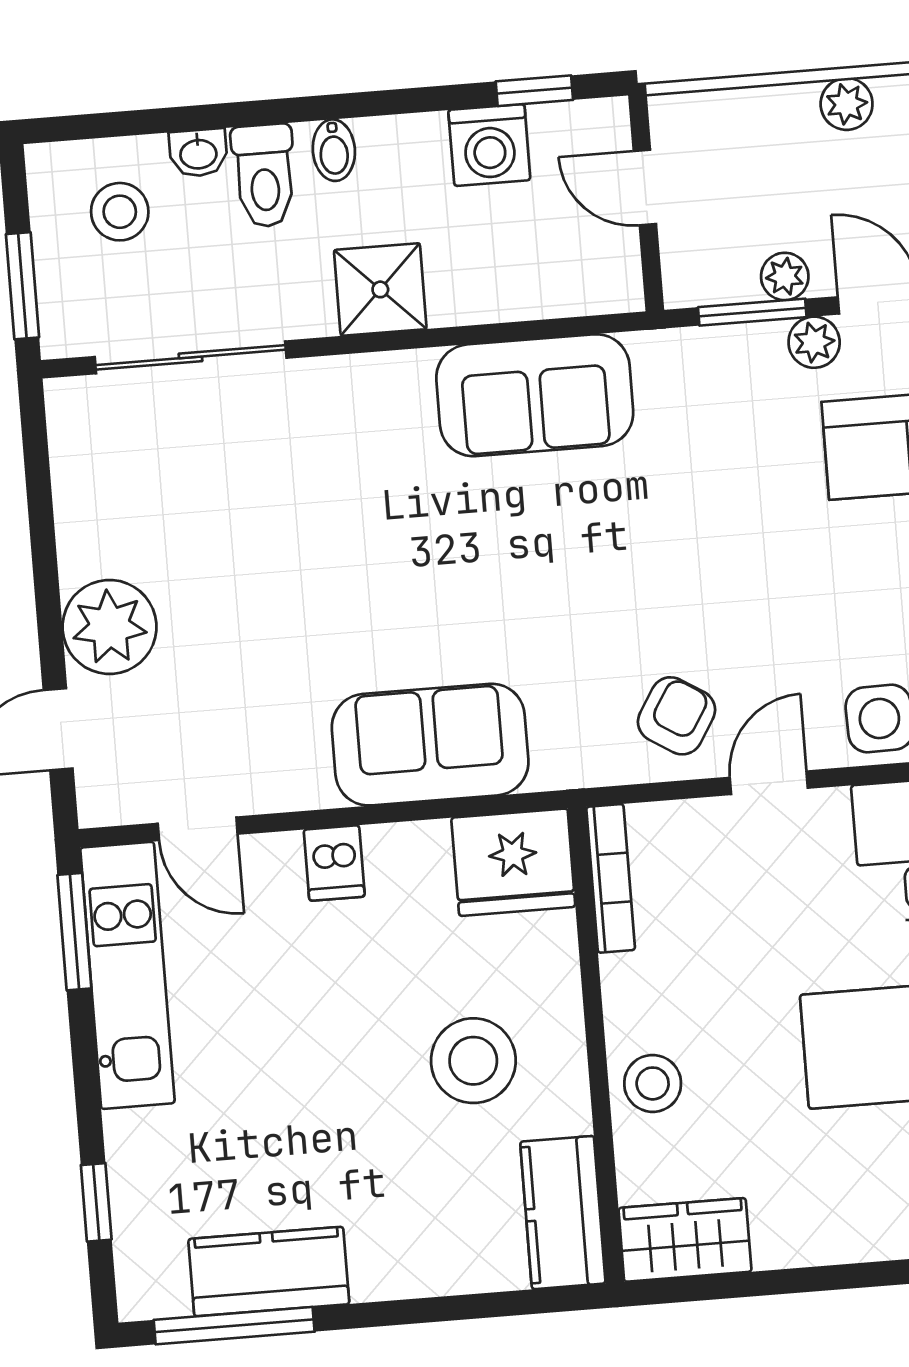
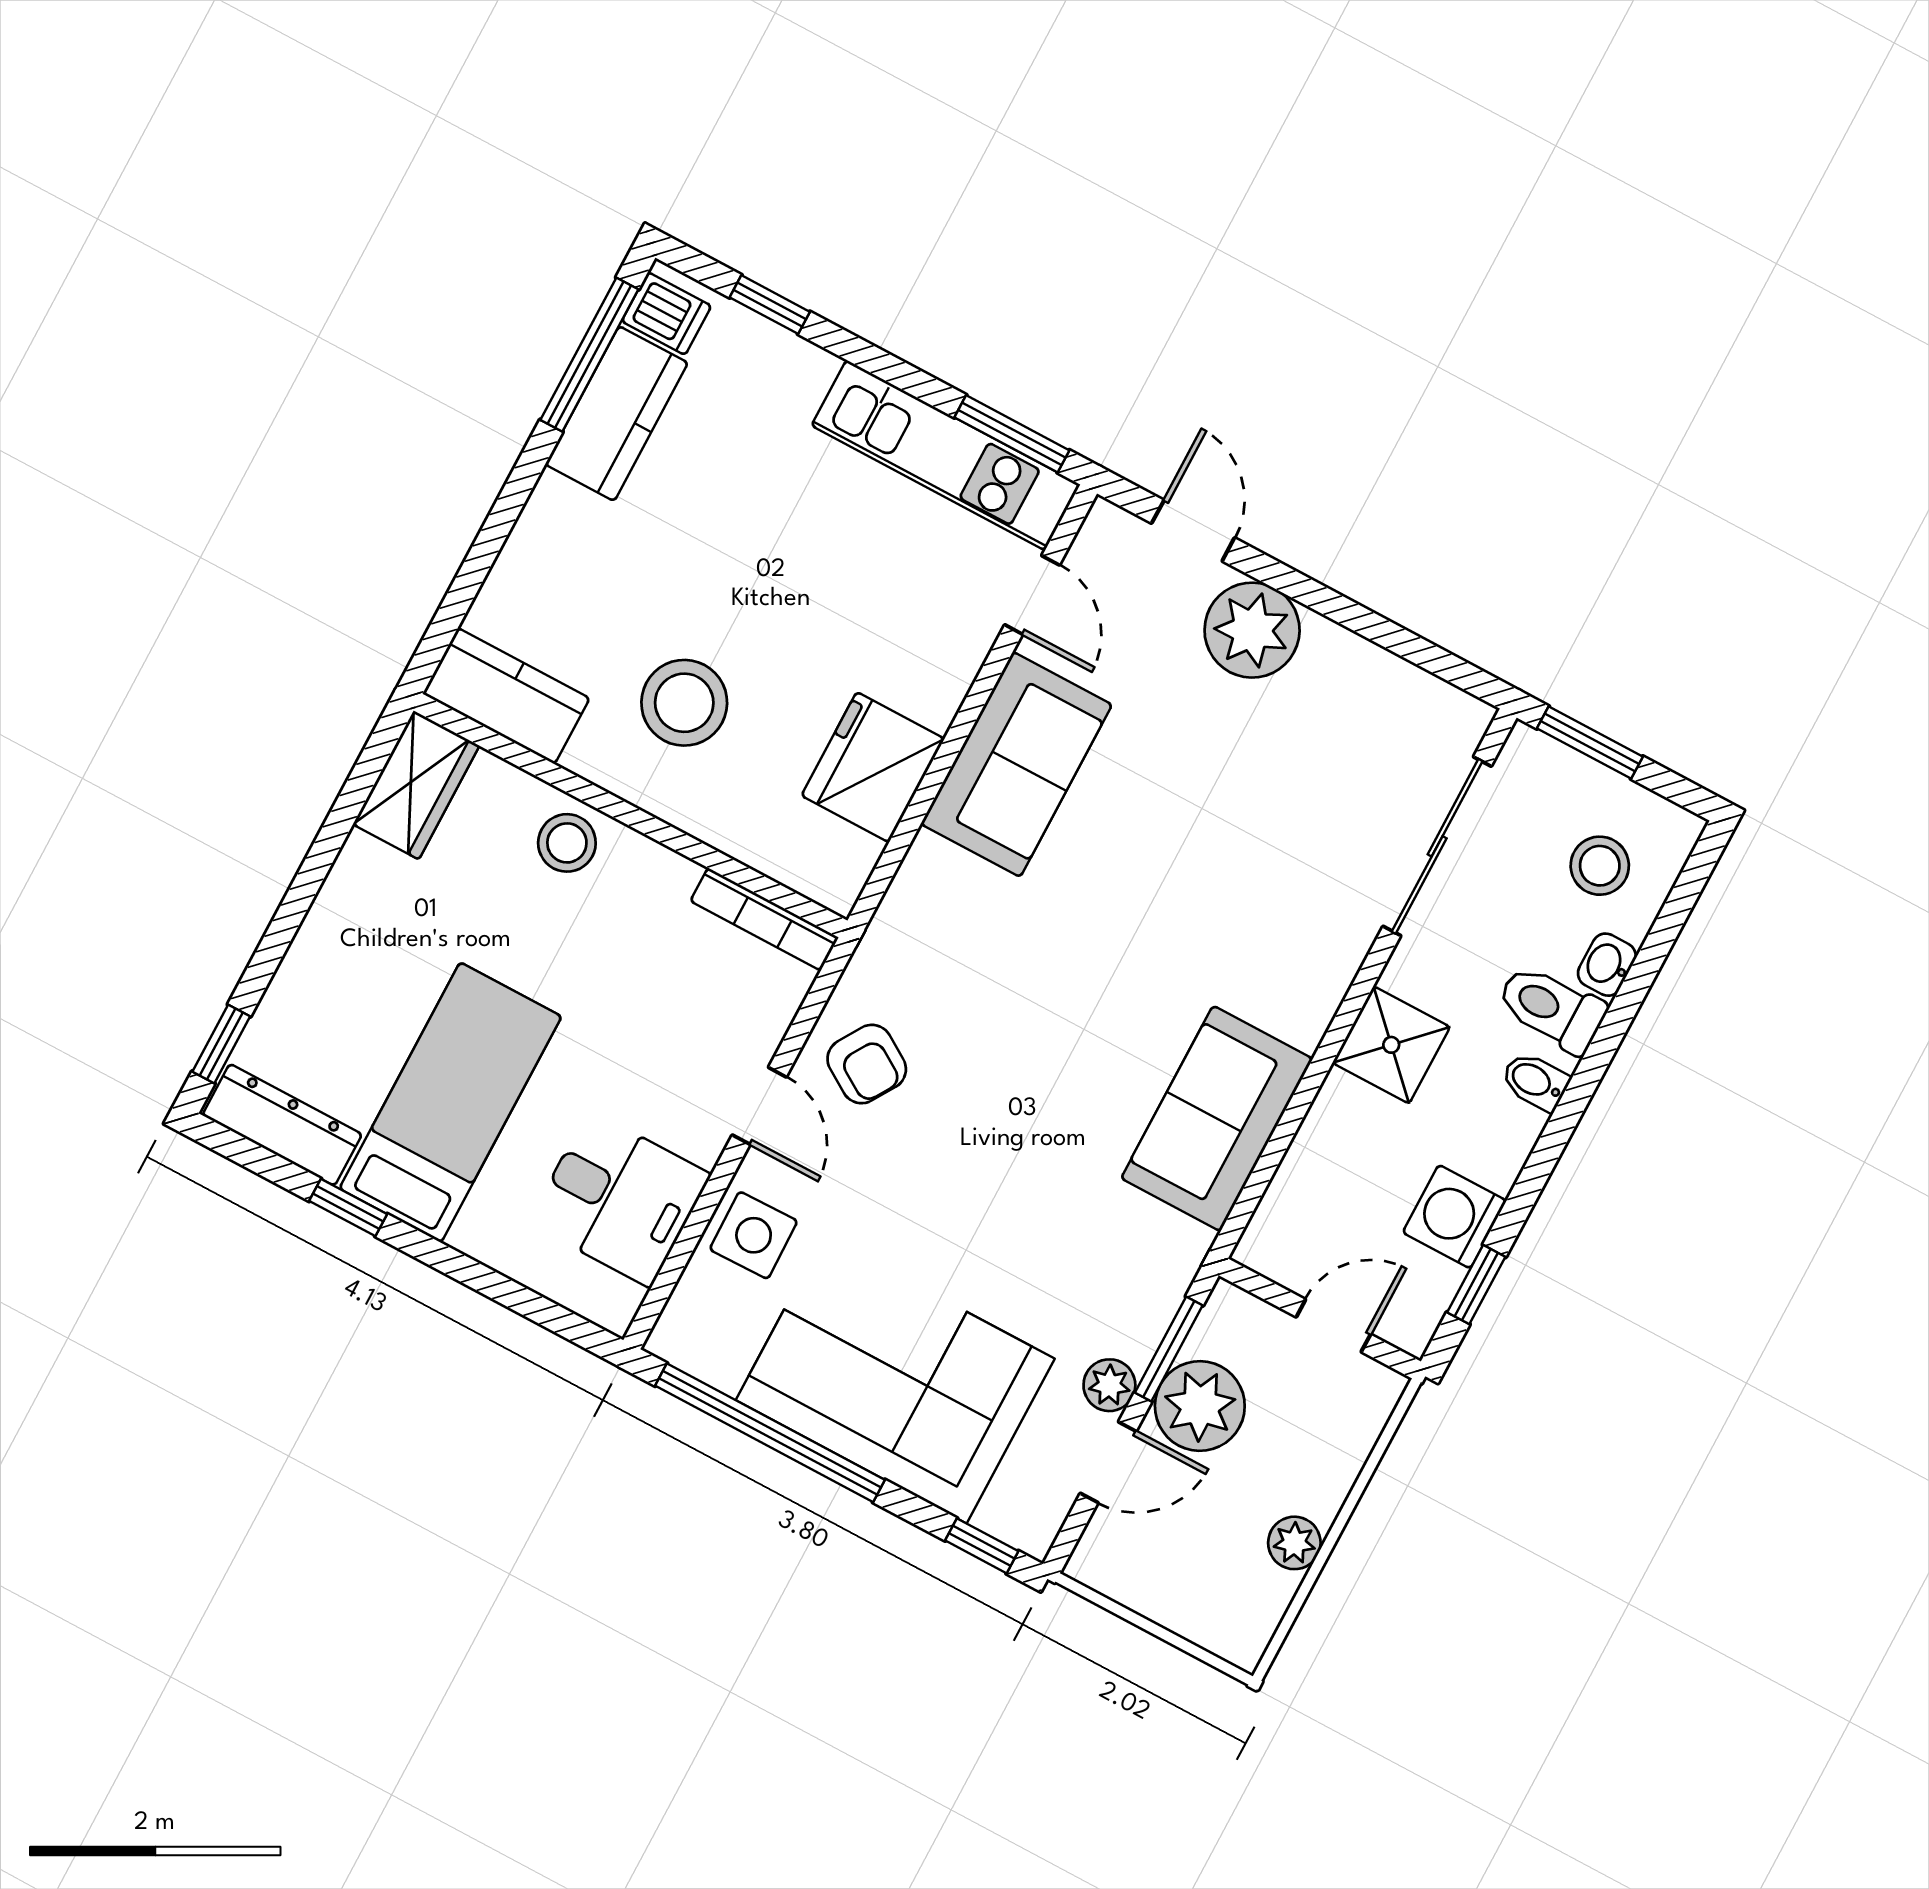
plant: (785, 276) -> (1200, 1406), width x1.88, depth x1.88
sofa: (430, 745) -> (1016, 764), moved
door: (198, 829) -> (1032, 595), swing flipped
fridge: (513, 862) -> (873, 767), moved
dishwasher: (334, 863) -> (666, 314), moved, turned 180

